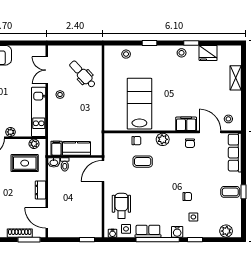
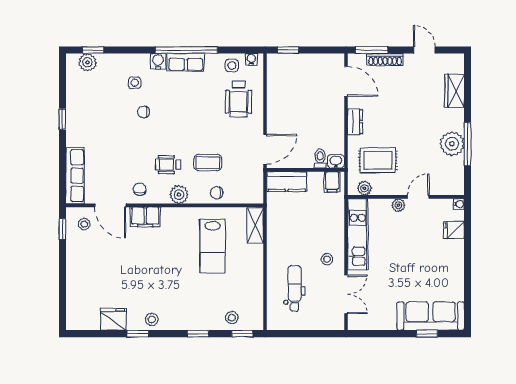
window: (119, 43) -> (242, 334), added
dental chair: (83, 74) -> (295, 289), turned -137
shelving: (236, 78) -> (255, 226), moved
lab bench: (139, 104) -> (212, 246), width x0.73, depth x0.72
window: (243, 115) -> (62, 229), added
kitchen counter: (77, 148) -> (287, 182), moved
wheelchair: (170, 160) -> (168, 165), added
coffee table: (230, 192) -> (81, 119), removed
row of seats: (148, 231) -> (186, 62), moved
window: (195, 240) -> (93, 50), moved

